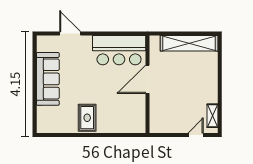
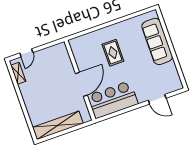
sofa: (48, 79) -> (157, 41), moved
rug: (87, 118) -> (113, 53), moved

